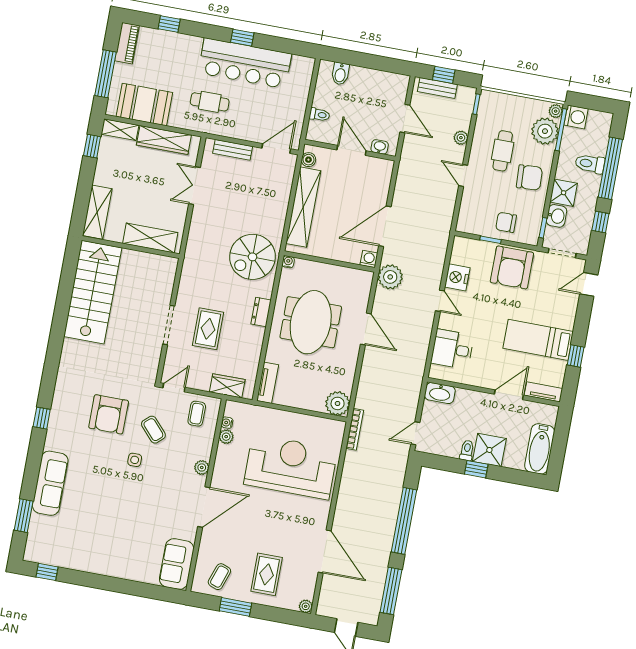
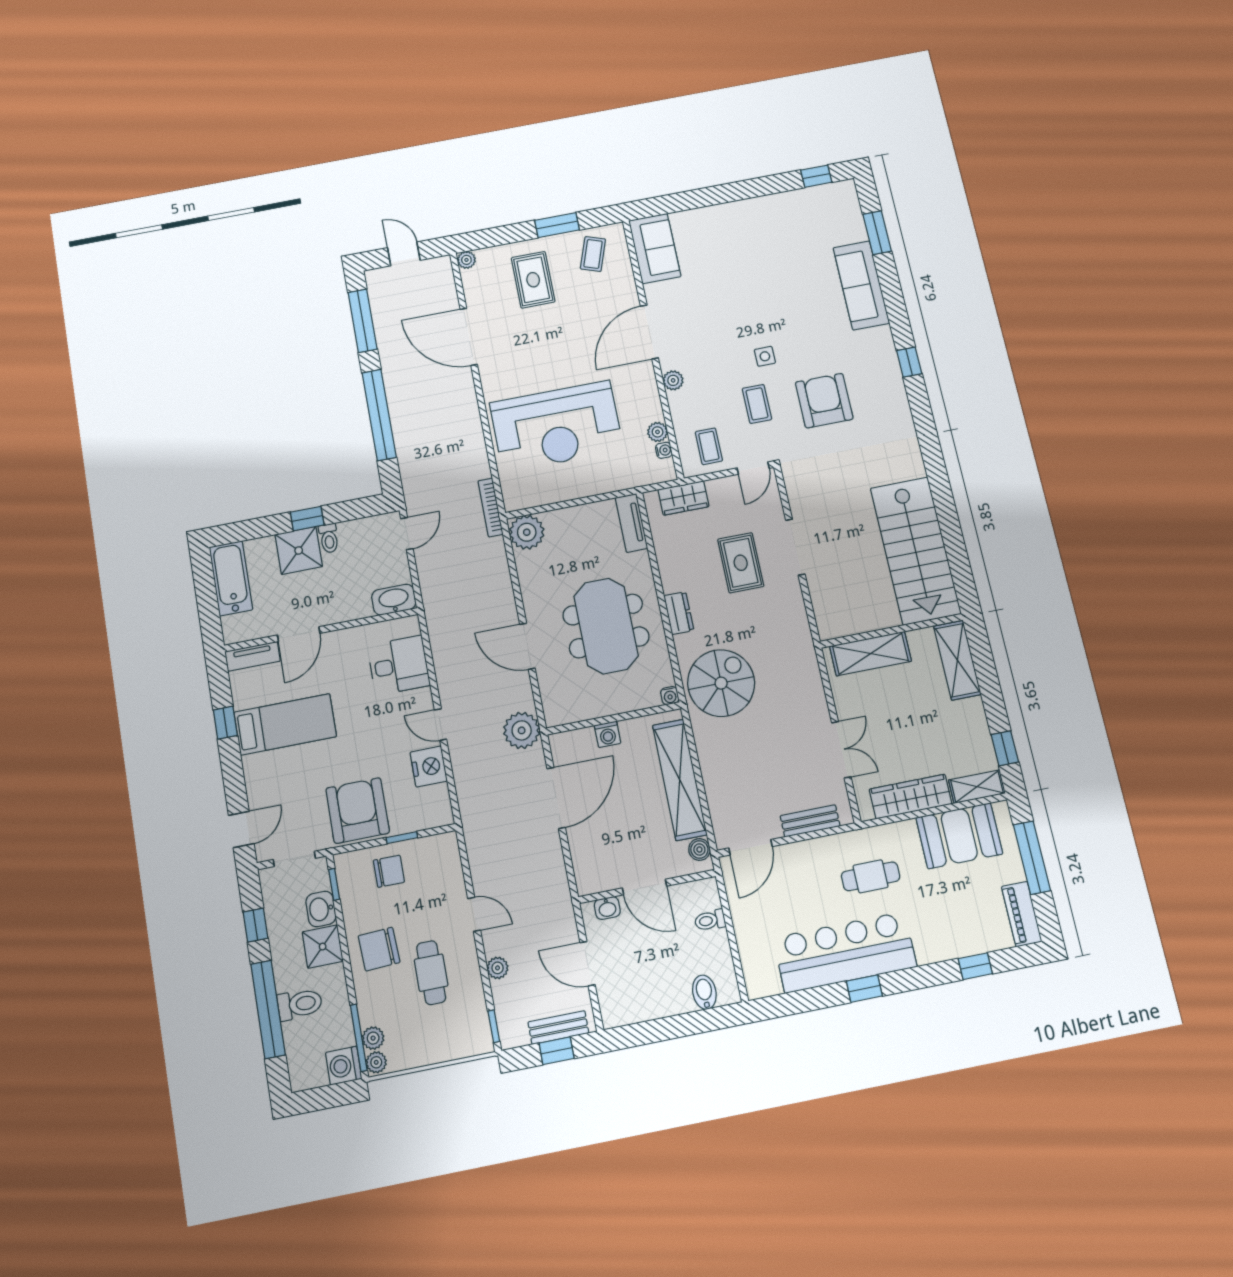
plant: (545, 131) -> (373, 1038), width x0.53, depth x0.53
washing machine: (369, 259) -> (608, 734), moved
coffee table: (153, 430) -> (757, 404), turned 42

